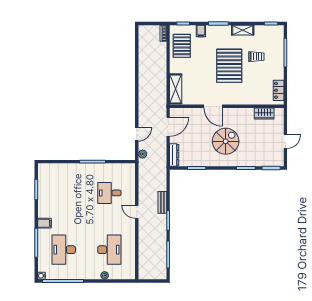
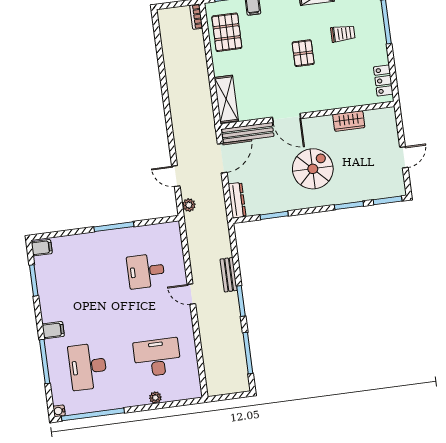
pallet: (229, 66) -> (303, 53), width x0.49, depth x0.50
bench: (187, 112) -> (248, 133), added
wardrobe: (264, 113) -> (349, 121), moved
door: (137, 134) -> (176, 176), swing flipped
filing cabinet: (44, 169) -> (42, 248), added
desk: (109, 250) -> (157, 357), turned -90

